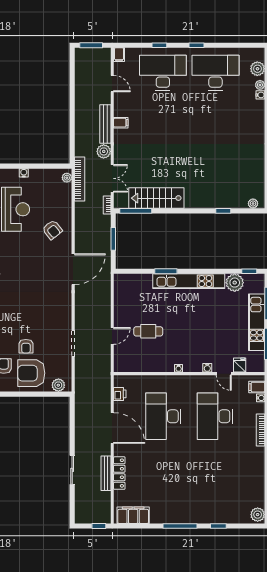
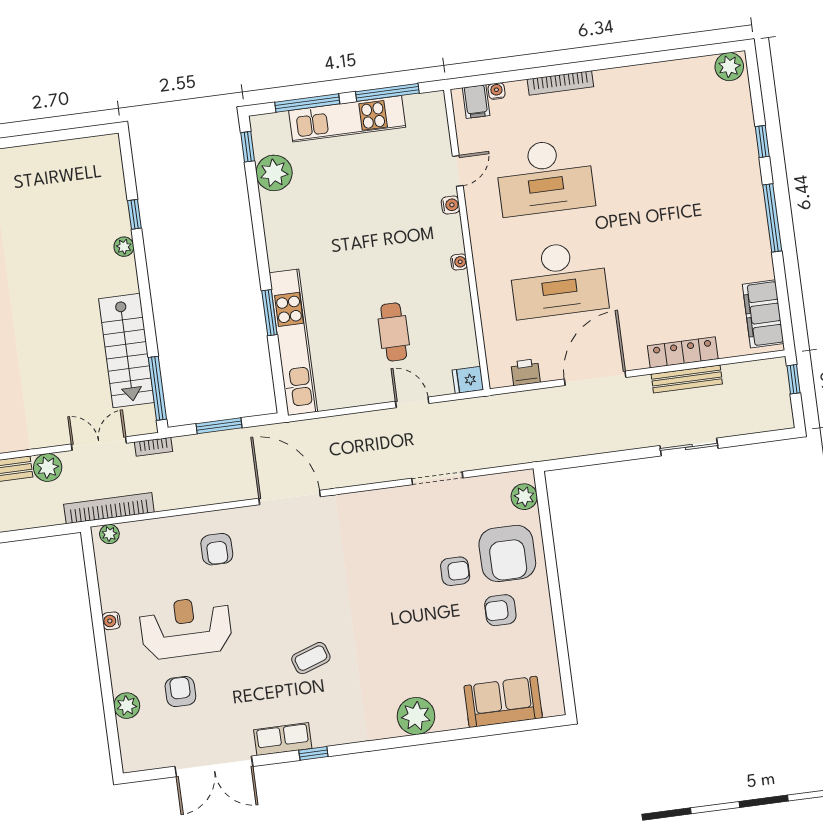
plant: (253, 203) -> (124, 247), moved
armchair: (52, 230) -> (217, 549), turned 129
kitchen unit: (189, 281) -> (293, 342), moved
fridge: (240, 365) -> (468, 380), moved

